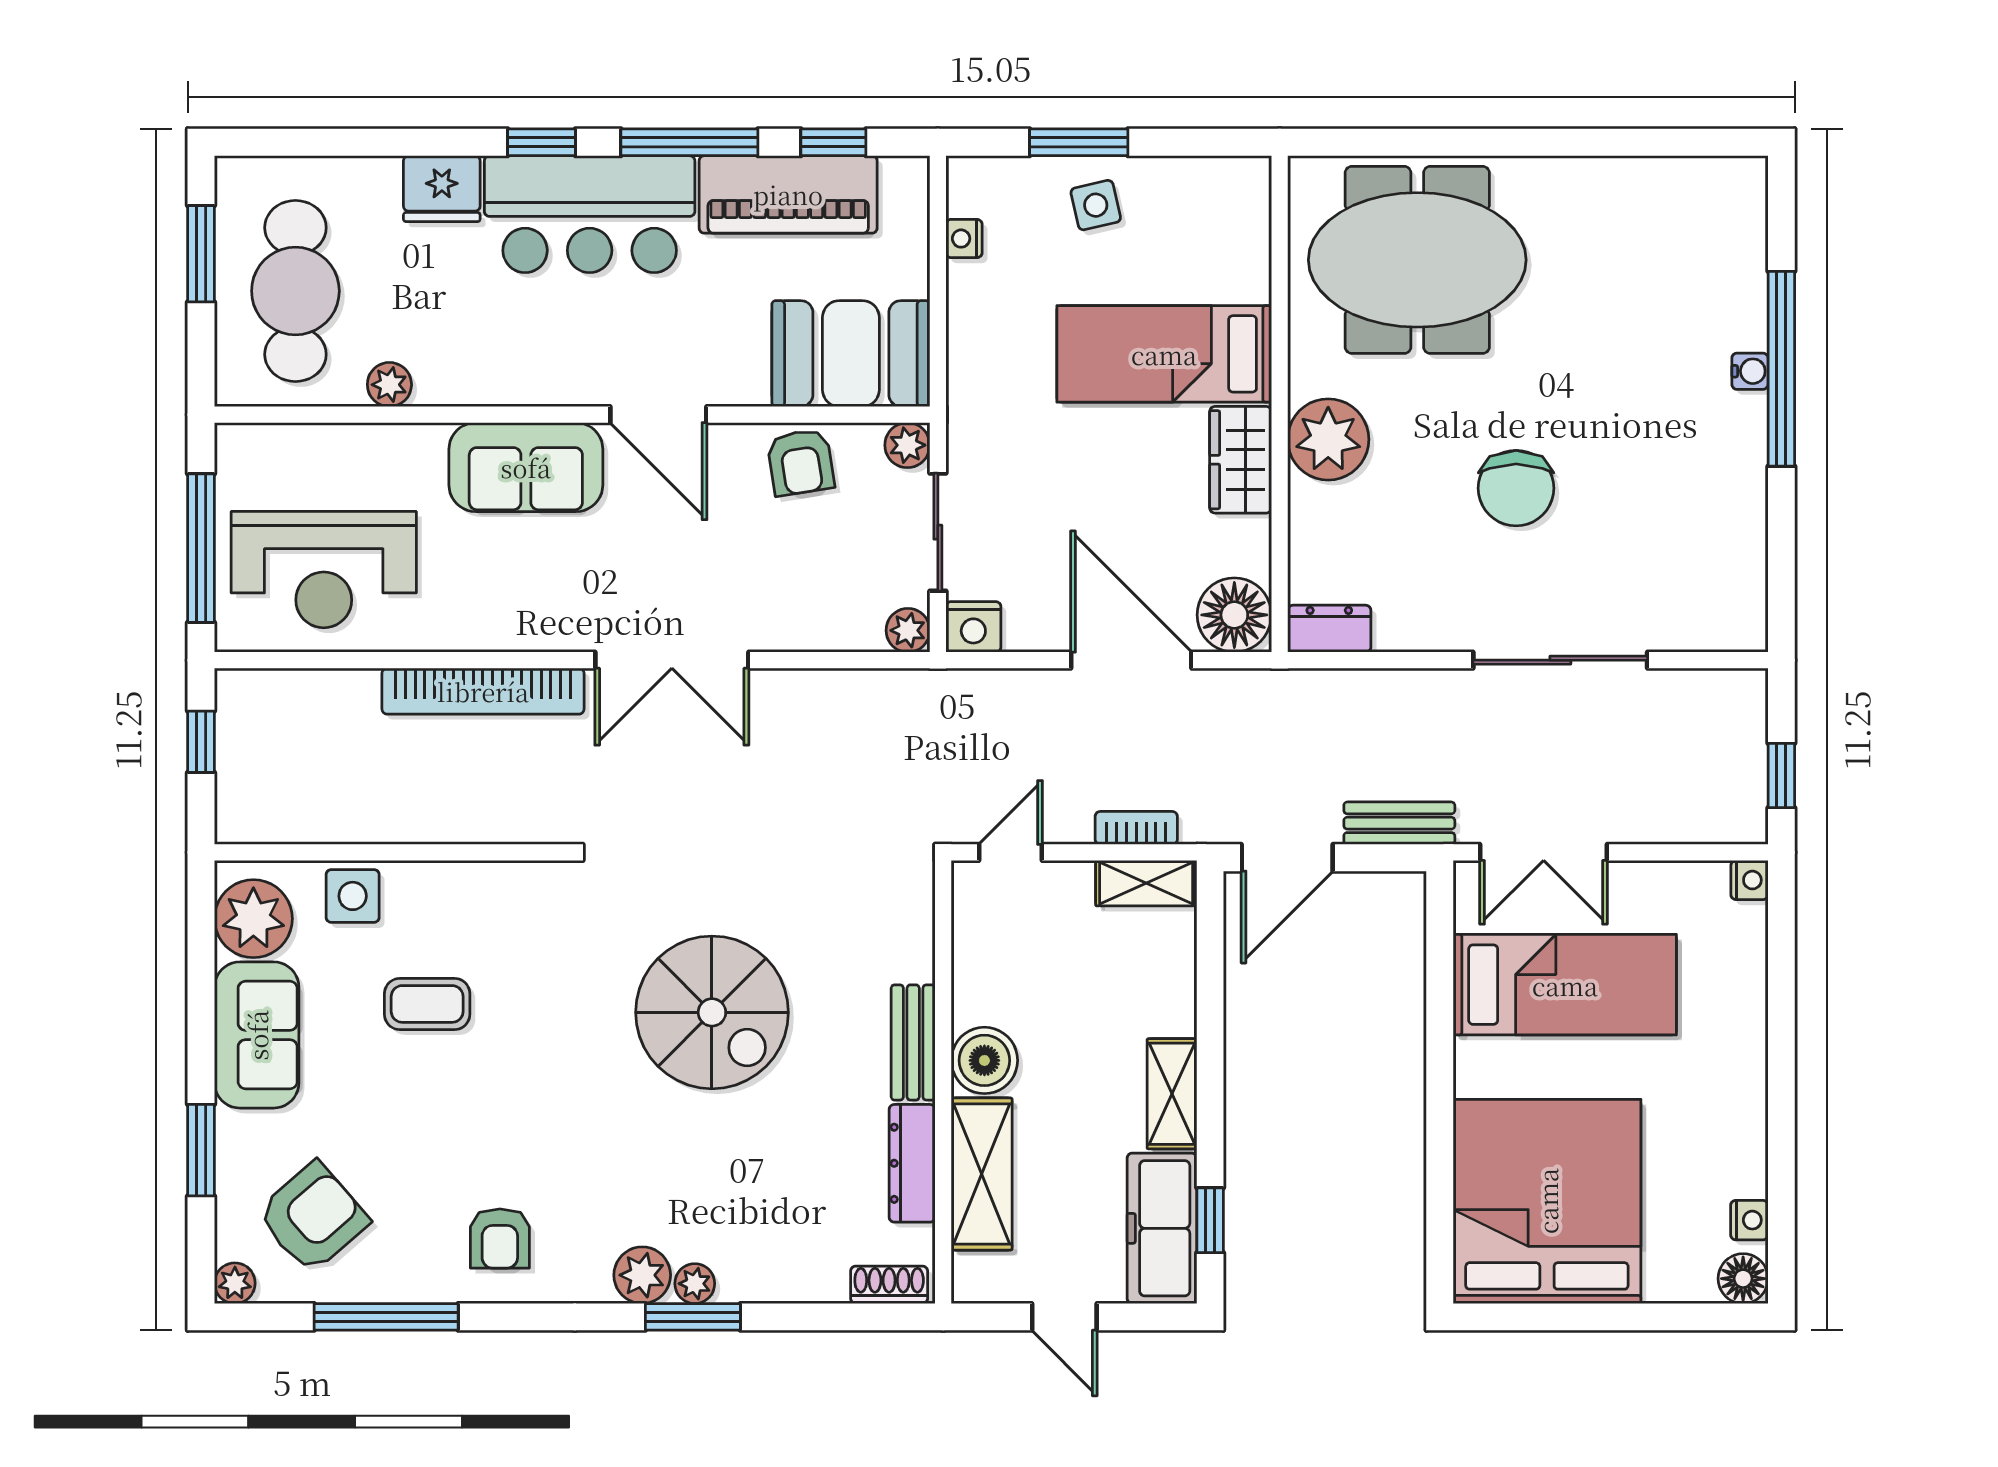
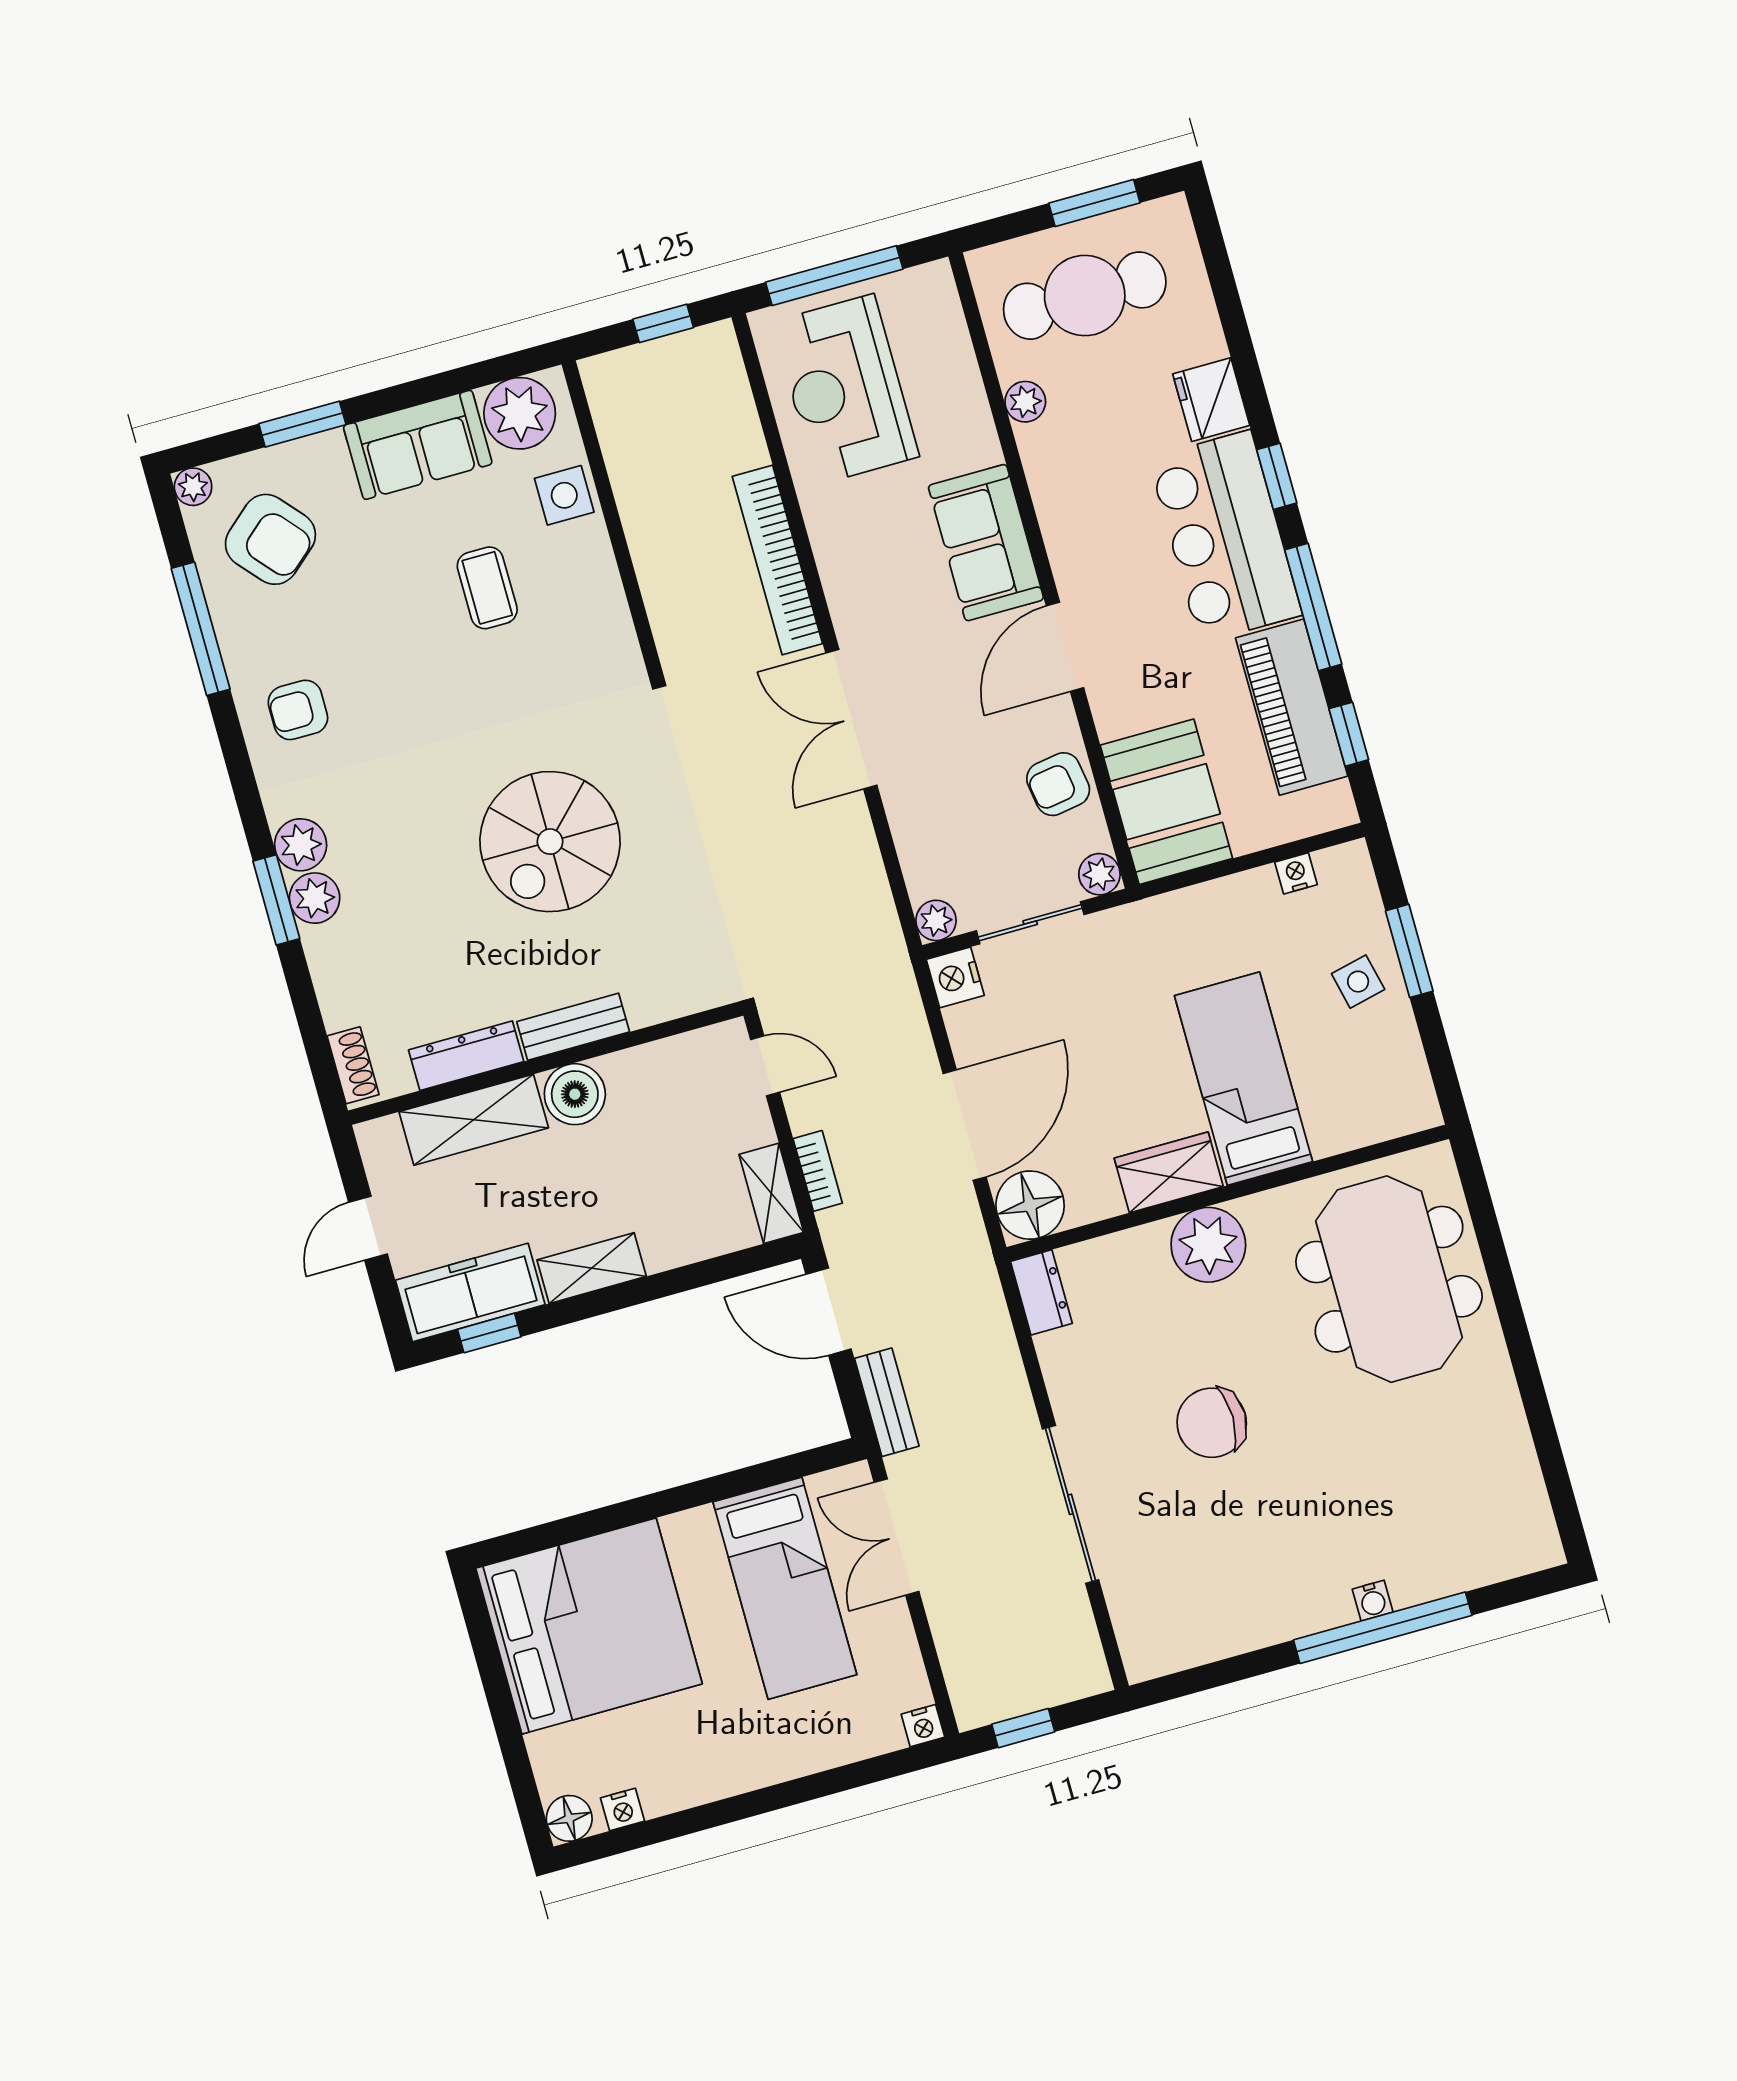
plant: (695, 1284) -> (315, 898), width x1.38, depth x1.38

